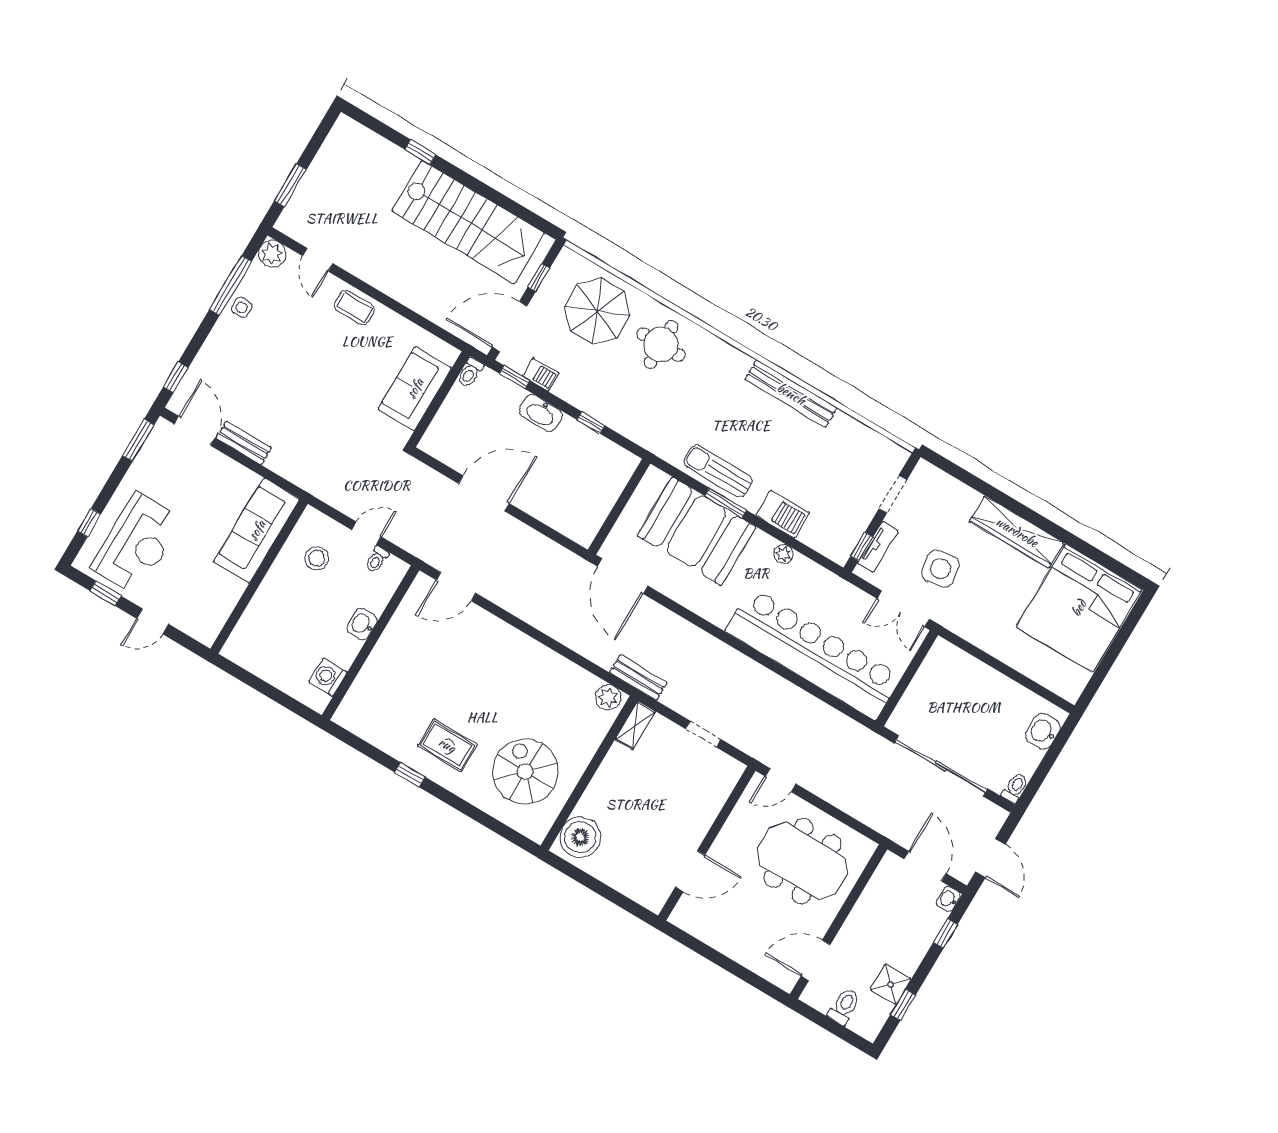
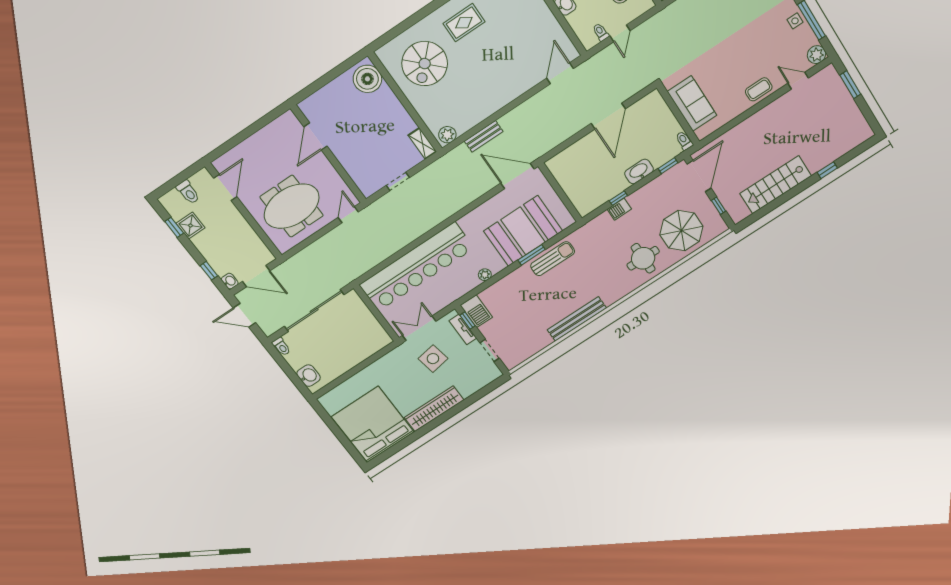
stairs: (468, 222) -> (776, 185), width x0.73, depth x0.66
barbecue: (541, 375) -> (619, 209), moved
barbecue: (783, 514) -> (476, 311), moved, turned -90
bench: (638, 678) -> (484, 136), moved
spiral stairs: (525, 772) -> (425, 64), turned 90

